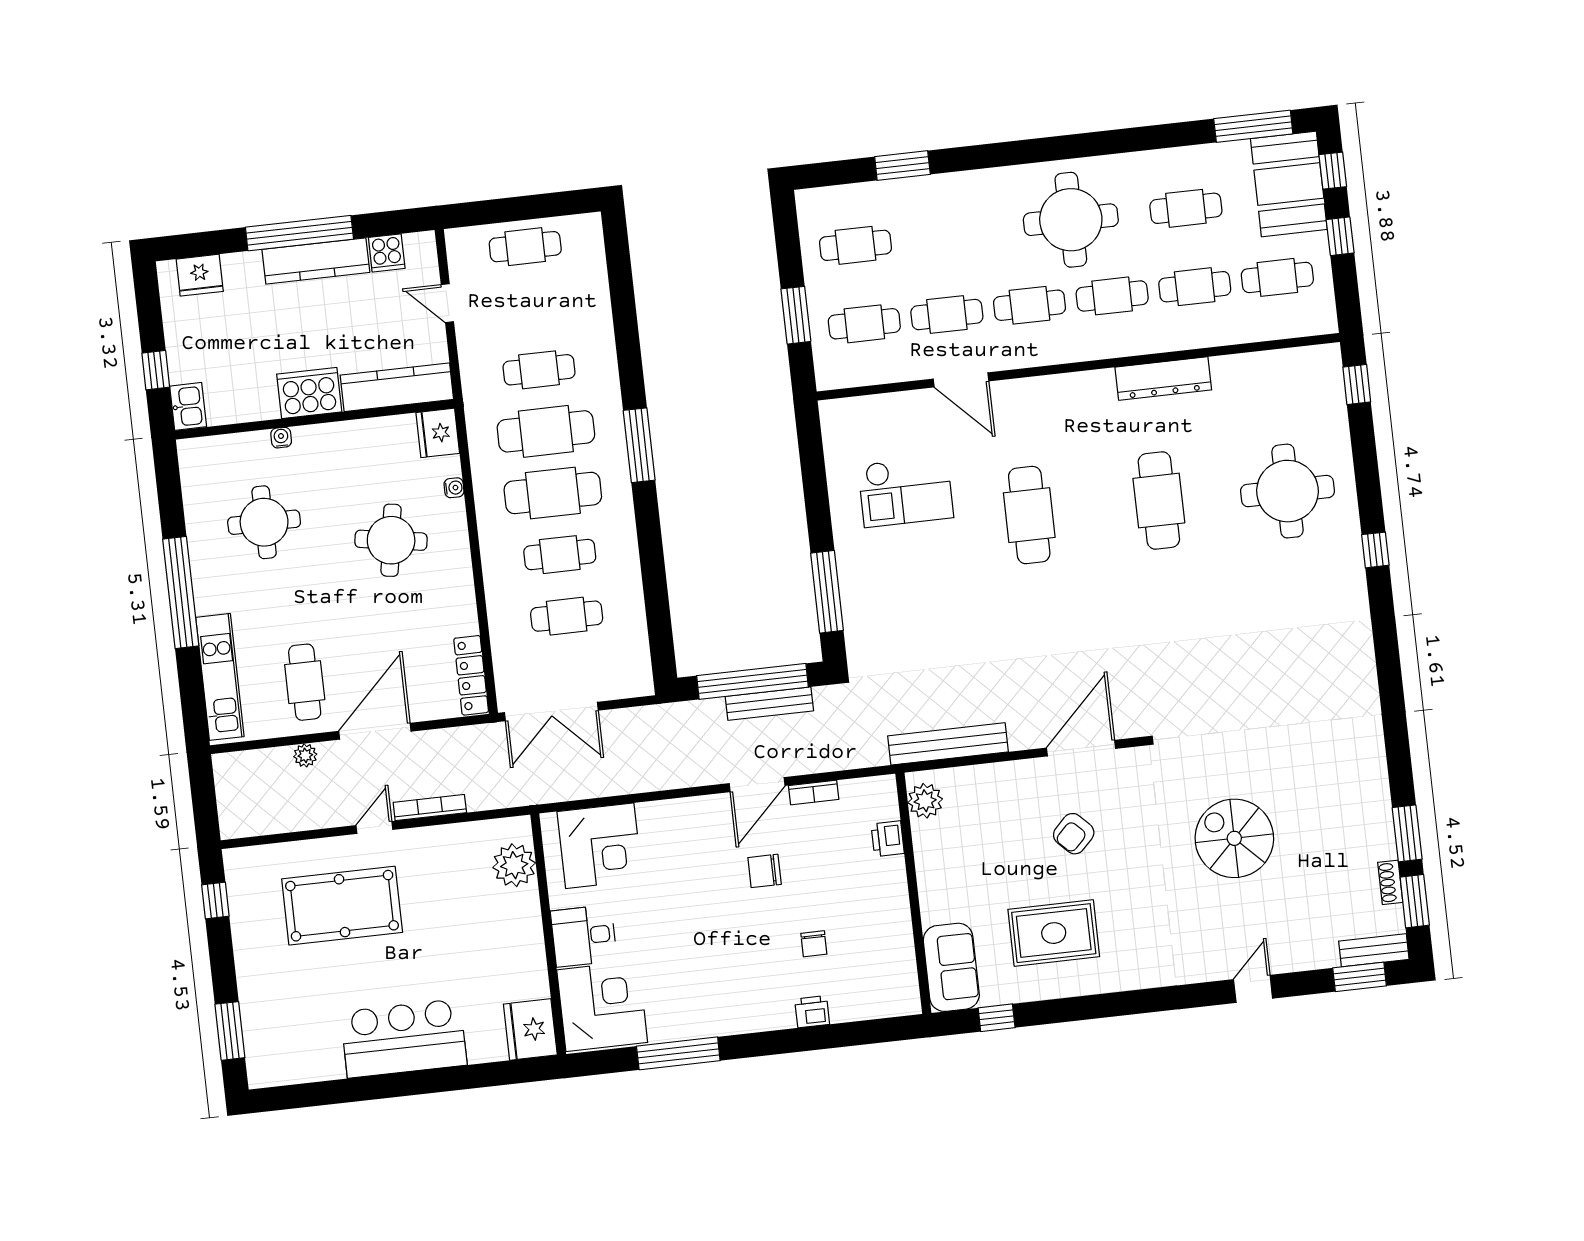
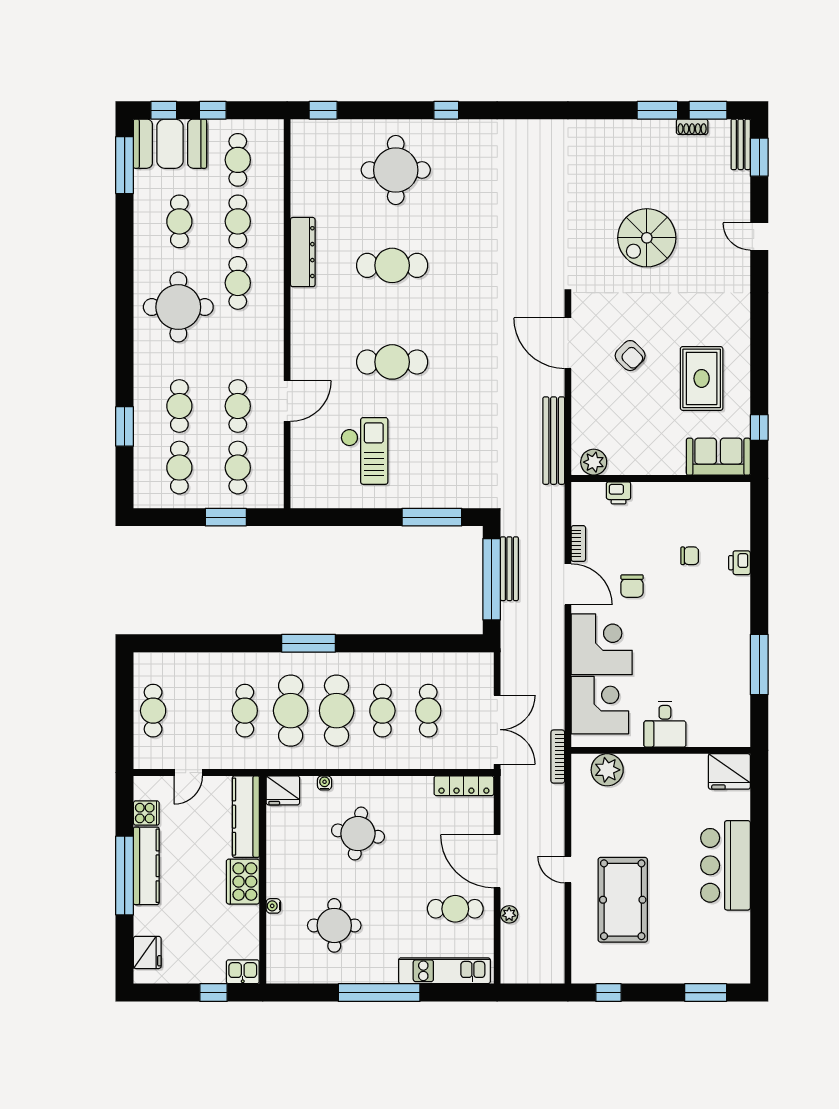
cafe table: (1030, 305) -> (179, 406), moved
bookcase: (430, 808) -> (558, 757), moved
corner desk: (602, 1006) -> (602, 644), moved, turned 90

